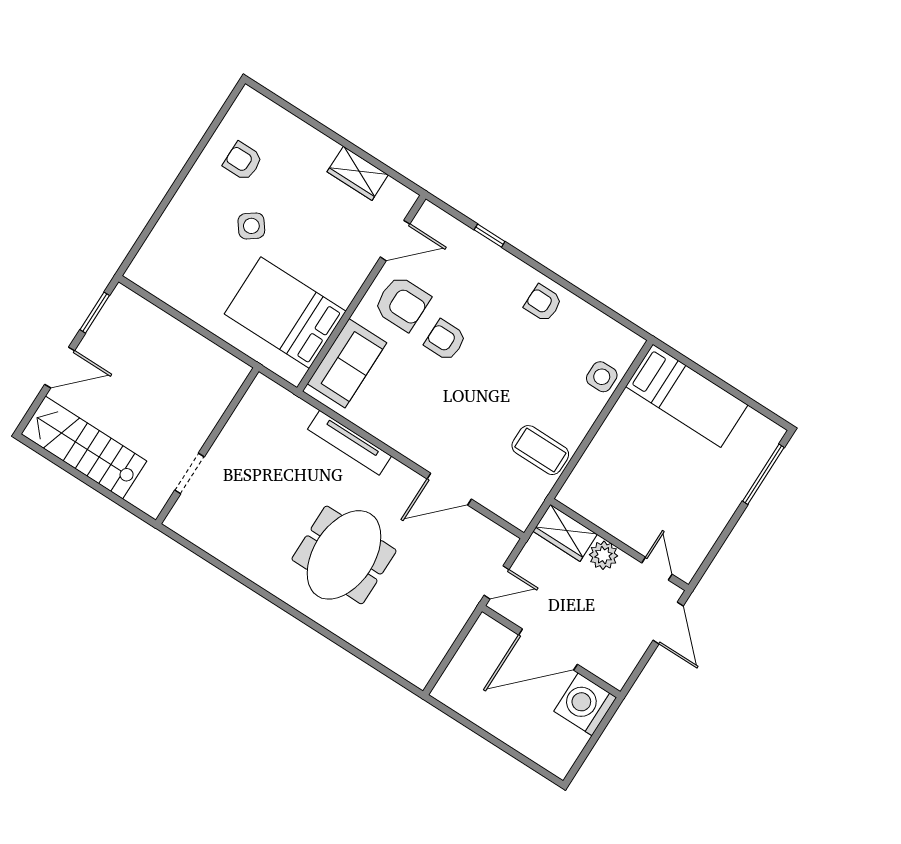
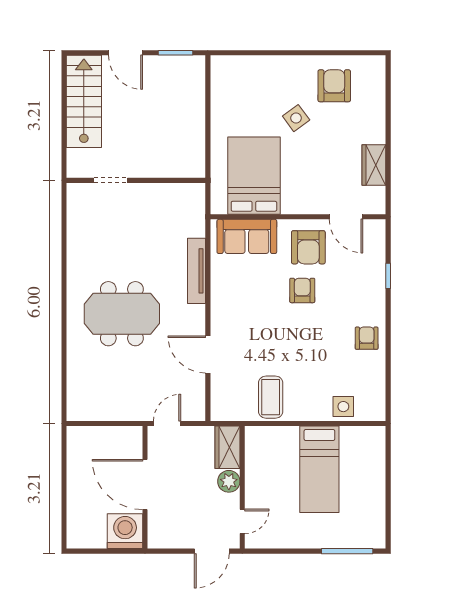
armchair: (243, 161) -> (334, 86), width x1.38, depth x1.38
bed: (687, 396) -> (319, 469), moved
door: (496, 582) -> (167, 423), swing flipped

